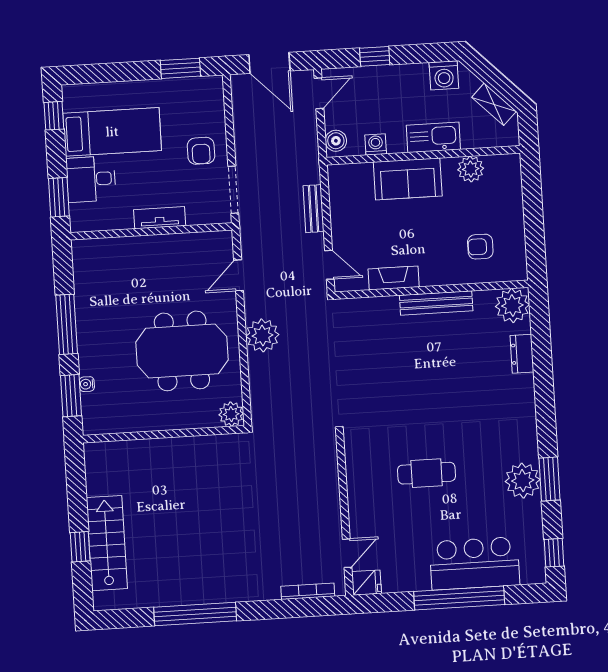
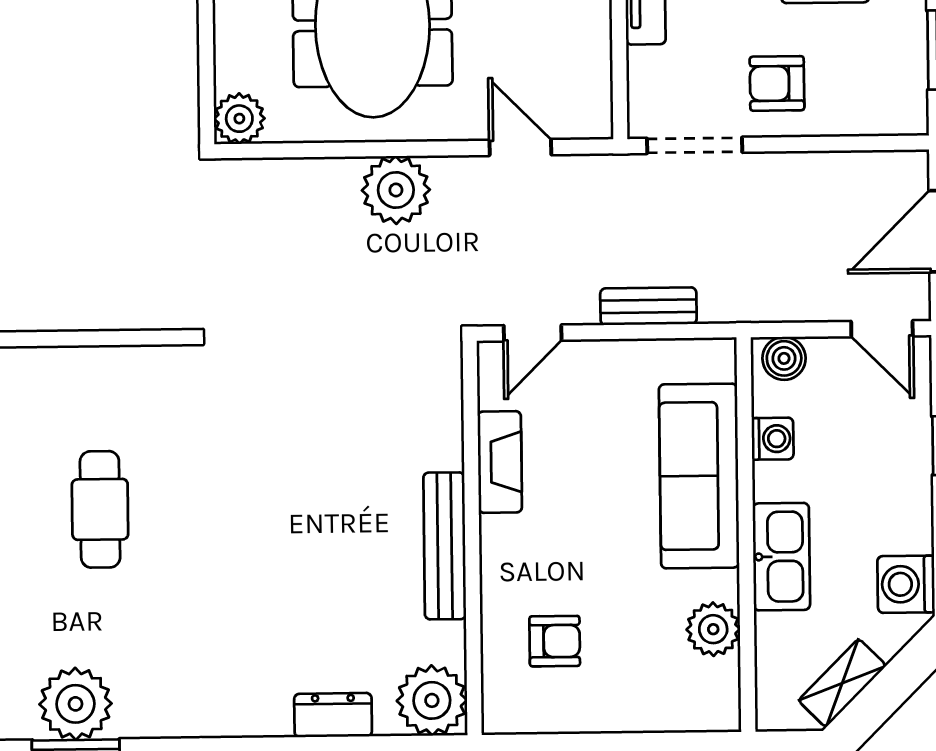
sofa: (408, 179) -> (699, 476), width x1.36
armchair: (480, 247) -> (555, 641), turned 90

